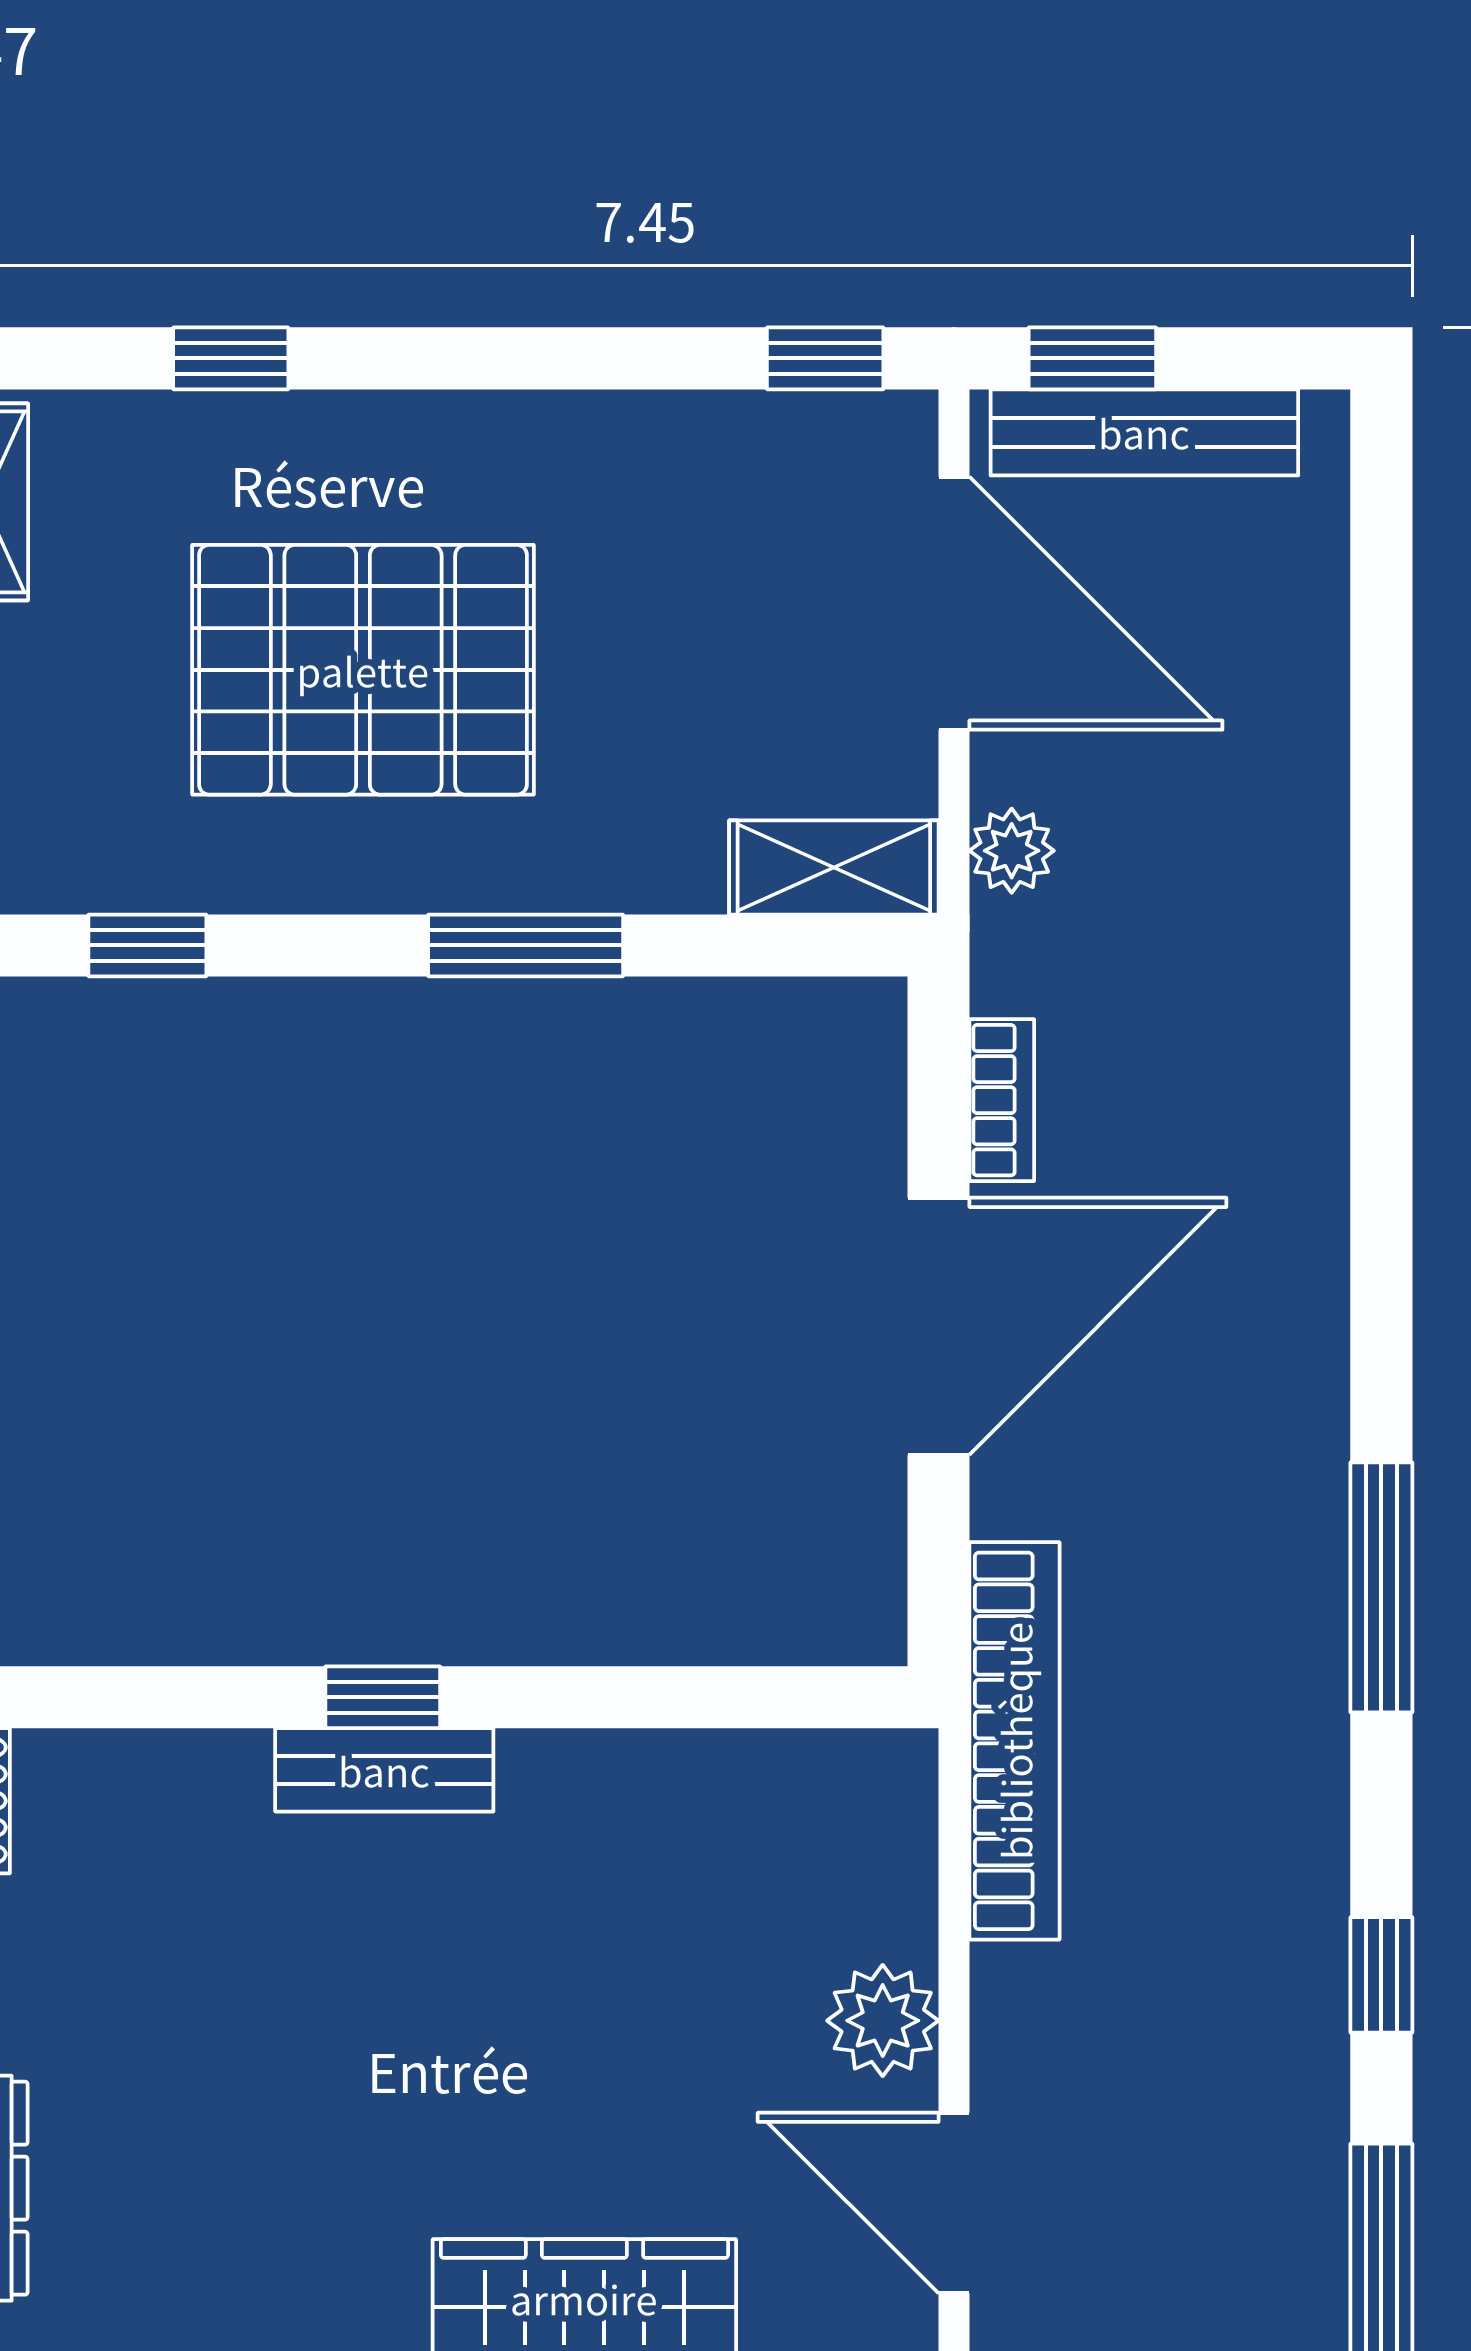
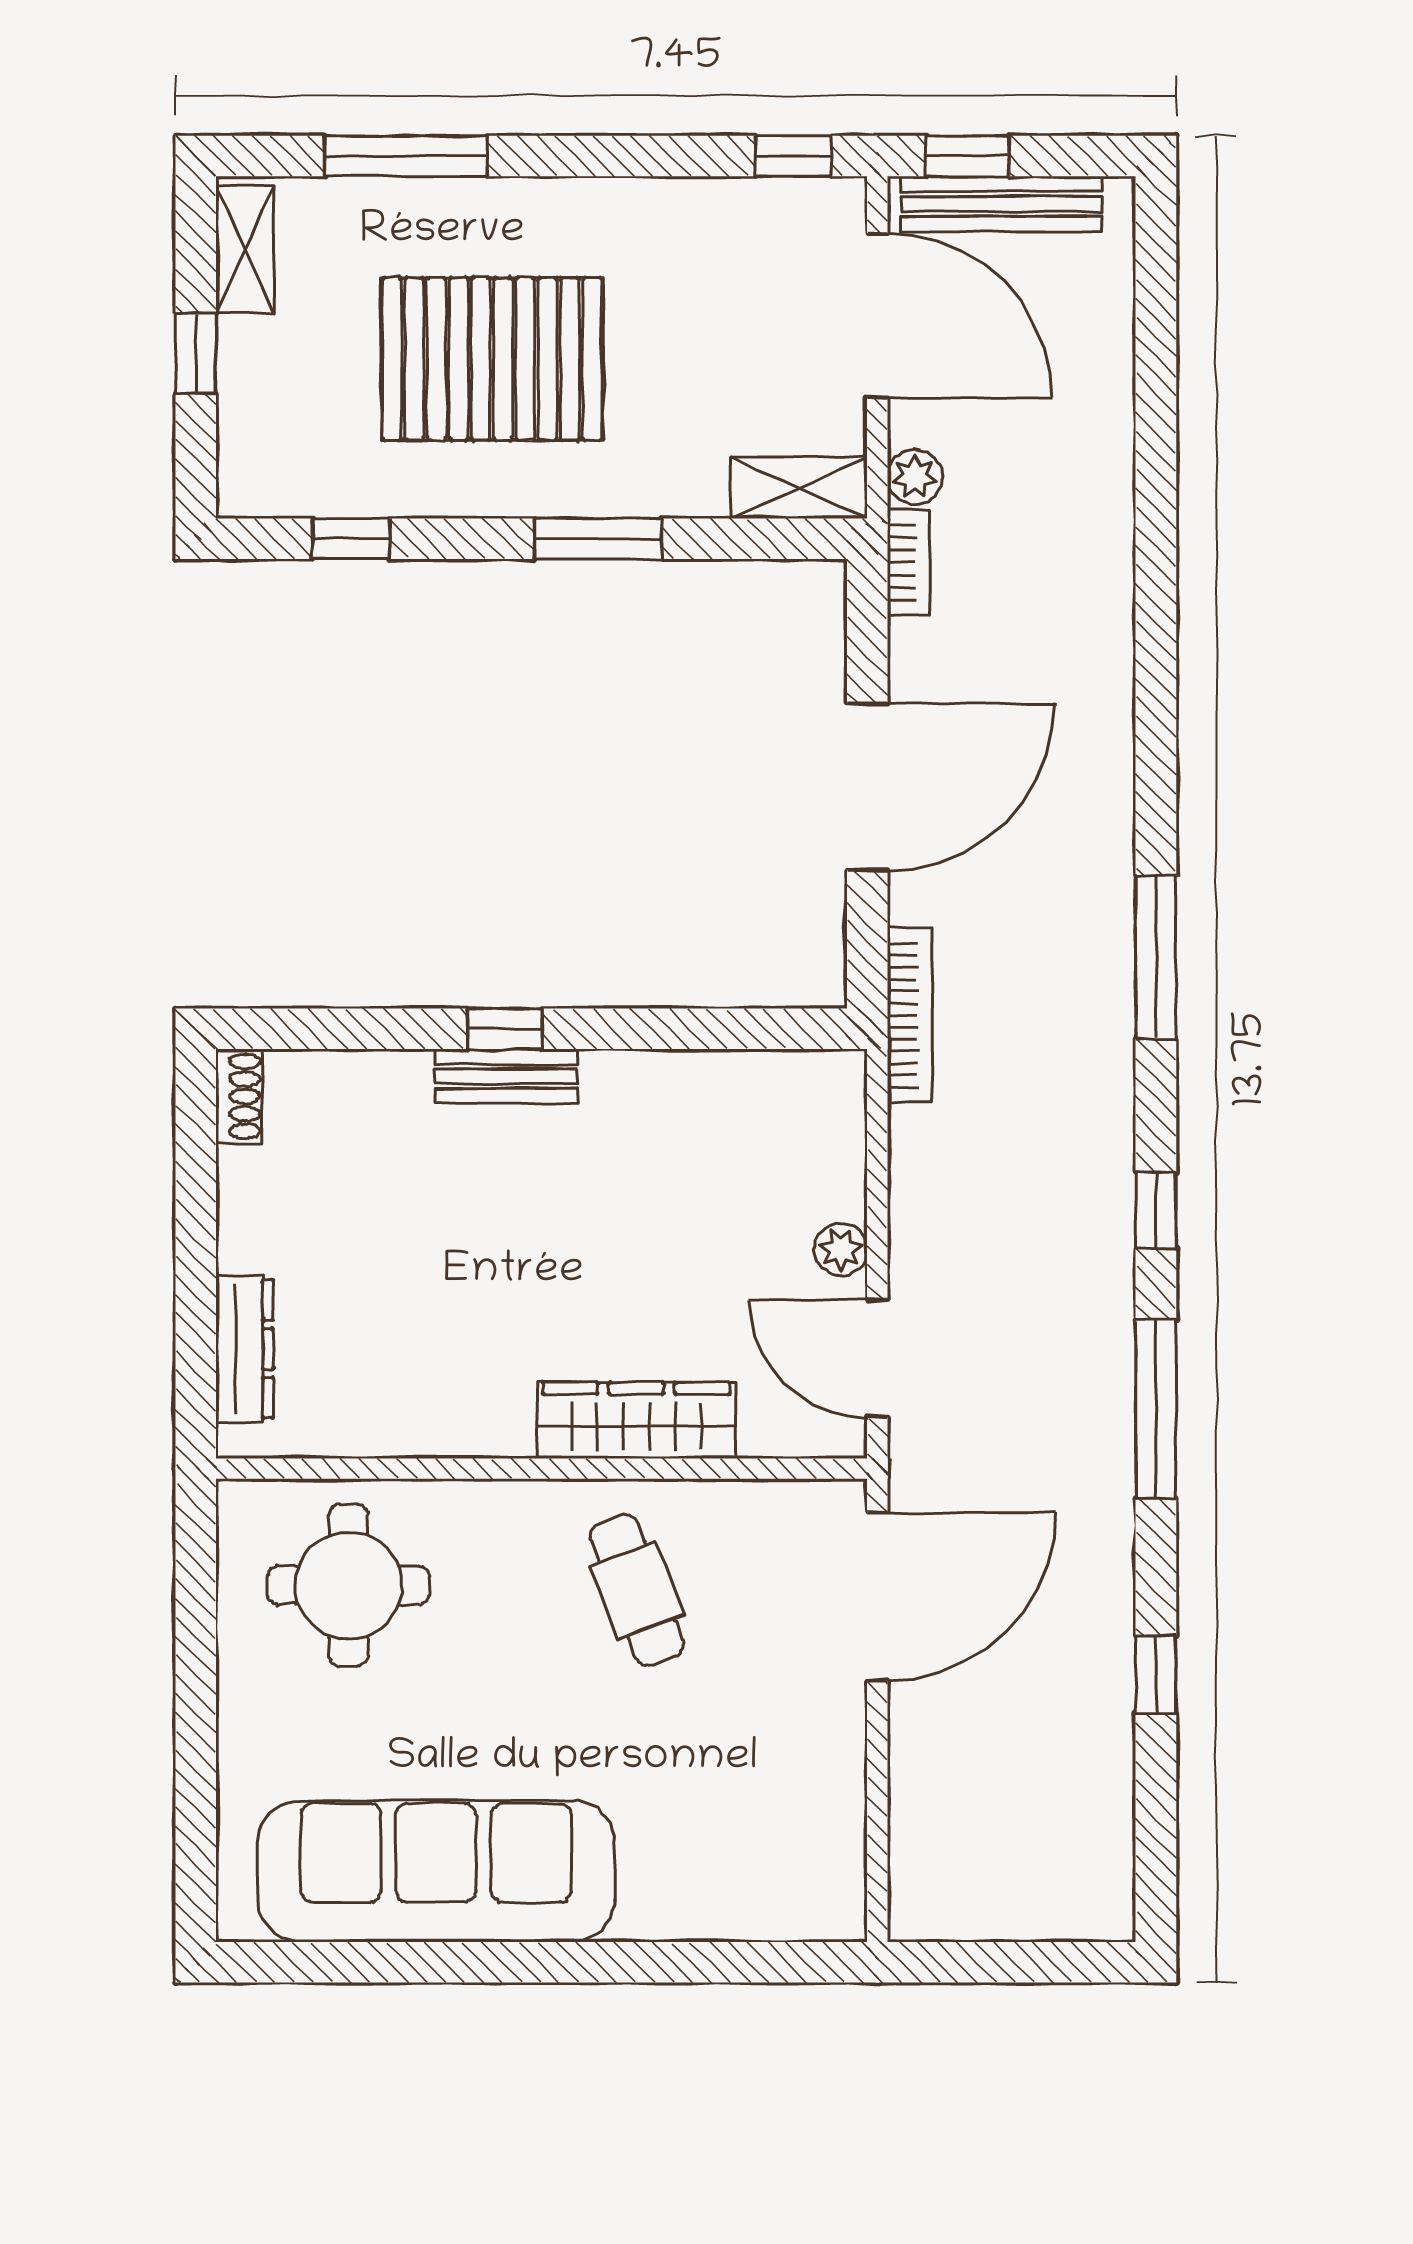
window: (231, 358) -> (406, 156), width x2.17
bookcase: (1002, 1100) -> (908, 563), moved
bookcase: (1015, 1741) -> (910, 1015), width x0.68, depth x0.76
plant: (883, 2021) -> (841, 1249), width x0.73, depth x0.73

